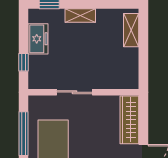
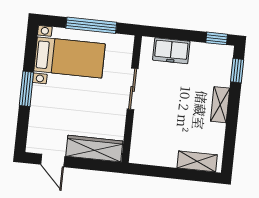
freezer: (38, 39) -> (171, 51), moved
window: (23, 62) -> (217, 38), moved

